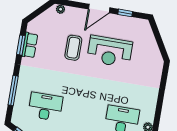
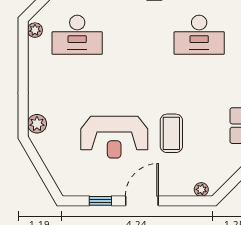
reception desk: (110, 51) -> (114, 137), turned 180
plant: (157, 68) -> (37, 124), added

